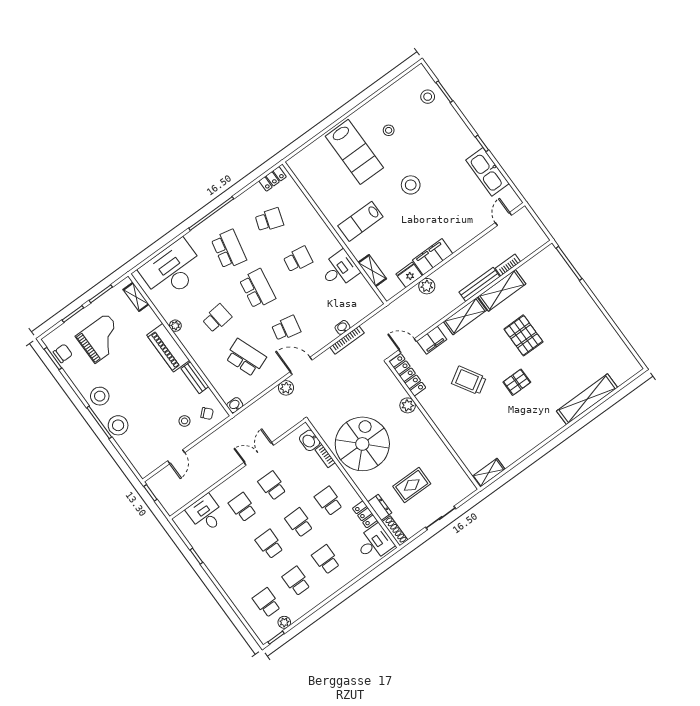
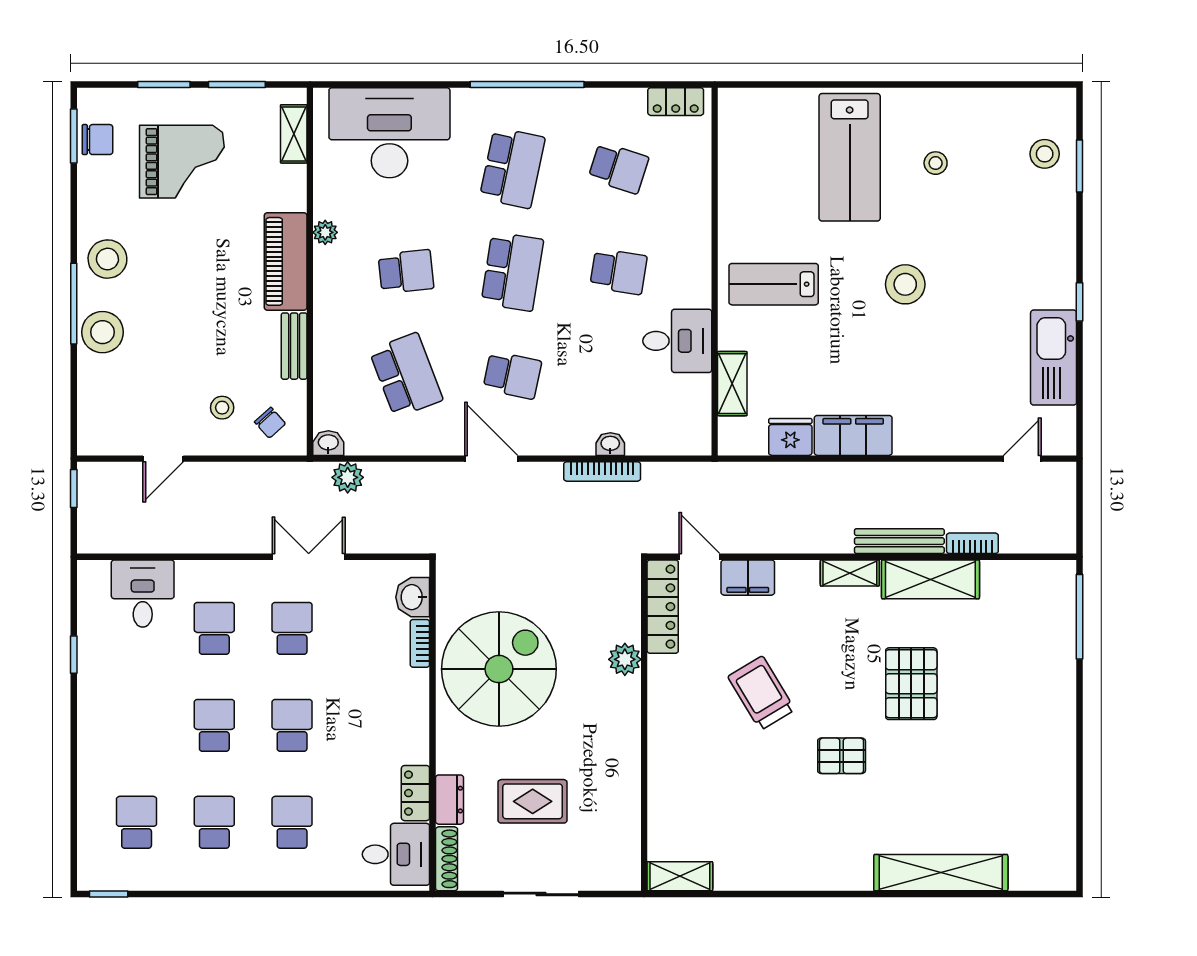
plant: (427, 286) -> (807, 478), removed
shelving: (465, 316) -> (850, 573), width x0.67, depth x0.75
plant: (286, 388) -> (348, 477), moved
school desk: (329, 501) -> (370, 725), removed
plant: (284, 622) -> (142, 878), removed

